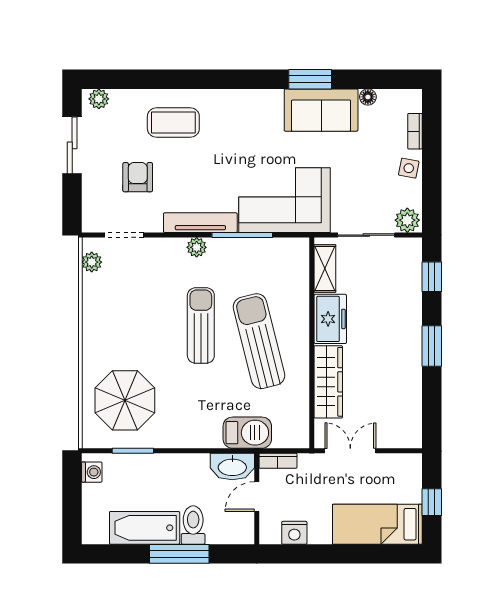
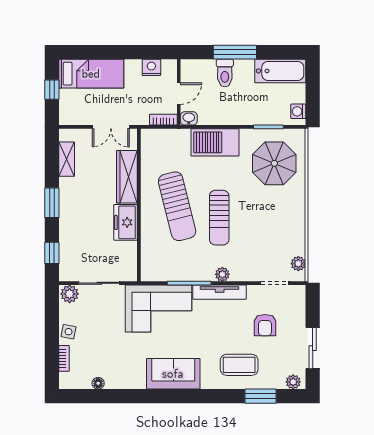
window: (310, 79) -> (260, 396), moved
sofa: (321, 110) -> (173, 374), moved
shelving: (325, 268) -> (67, 159), moved
barbecue: (247, 433) -> (215, 142), moved, width x1.37, depth x1.21
washbasin: (232, 467) -> (189, 118), width x0.52, depth x0.69
bathtub: (145, 528) -> (280, 71), moved

